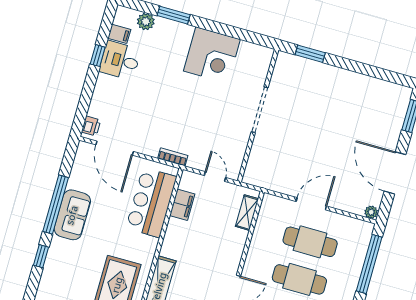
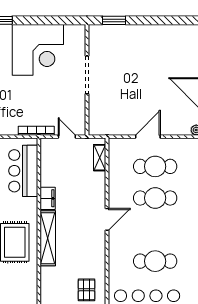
corner desk: (212, 55) -> (38, 50), width x1.36, depth x1.36
bookcase: (173, 157) -> (36, 131), width x1.56
filing cabinet: (182, 205) -> (48, 198), moved

